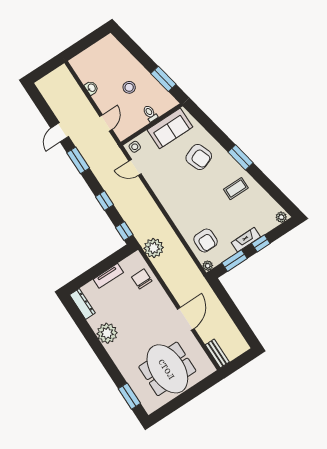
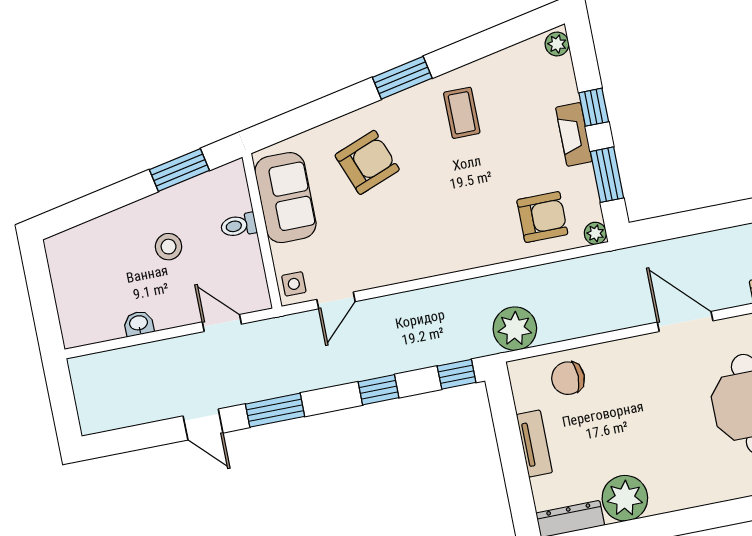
plant: (107, 333) -> (625, 498), moved

